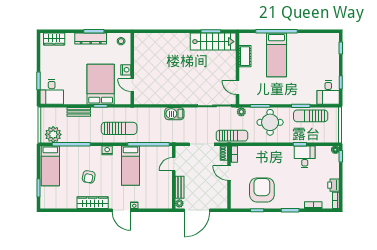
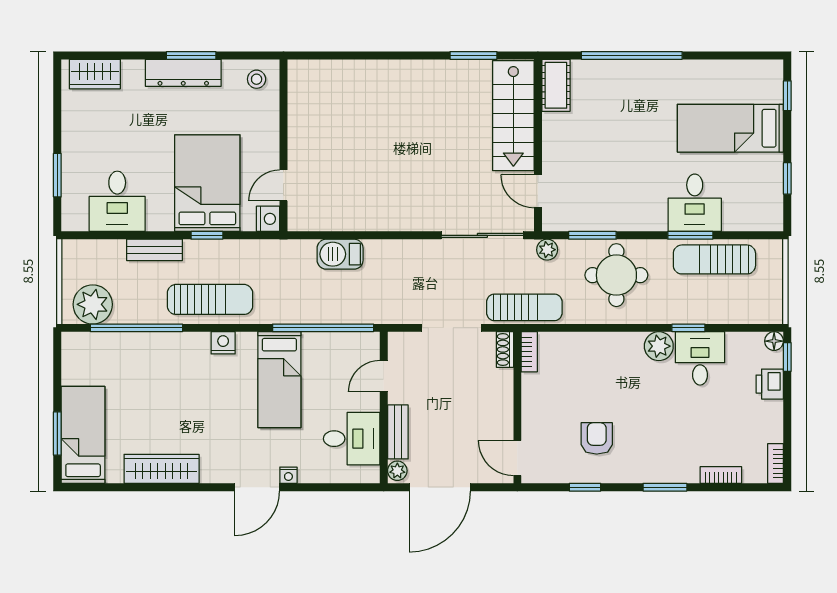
stairs: (213, 42) -> (513, 116), moved, turned 90
bed: (276, 55) -> (730, 128), moved, turned 90
cot: (245, 56) -> (556, 85), moved
nightstand: (126, 70) -> (268, 219), moved
door: (132, 85) -> (283, 185), hinge flipped
desk: (52, 92) -> (117, 201), moved
desk: (328, 92) -> (695, 203), moved
barbecue: (174, 114) -> (340, 254), moved
sun lounger: (119, 128) -> (210, 299), moved
plant: (288, 152) -> (659, 346), added
bed: (50, 166) -> (83, 435), moved, turned 180
door: (229, 173) -> (517, 458), moved
armchair: (89, 177) -> (178, 407), removed
printer: (334, 185) -> (770, 384), moved
desk: (160, 190) -> (352, 439), added
armchair: (262, 190) -> (597, 438), width x0.53, depth x0.53
wardrobe: (93, 203) -> (162, 469), moved
door: (121, 210) -> (257, 487), hinge flipped

